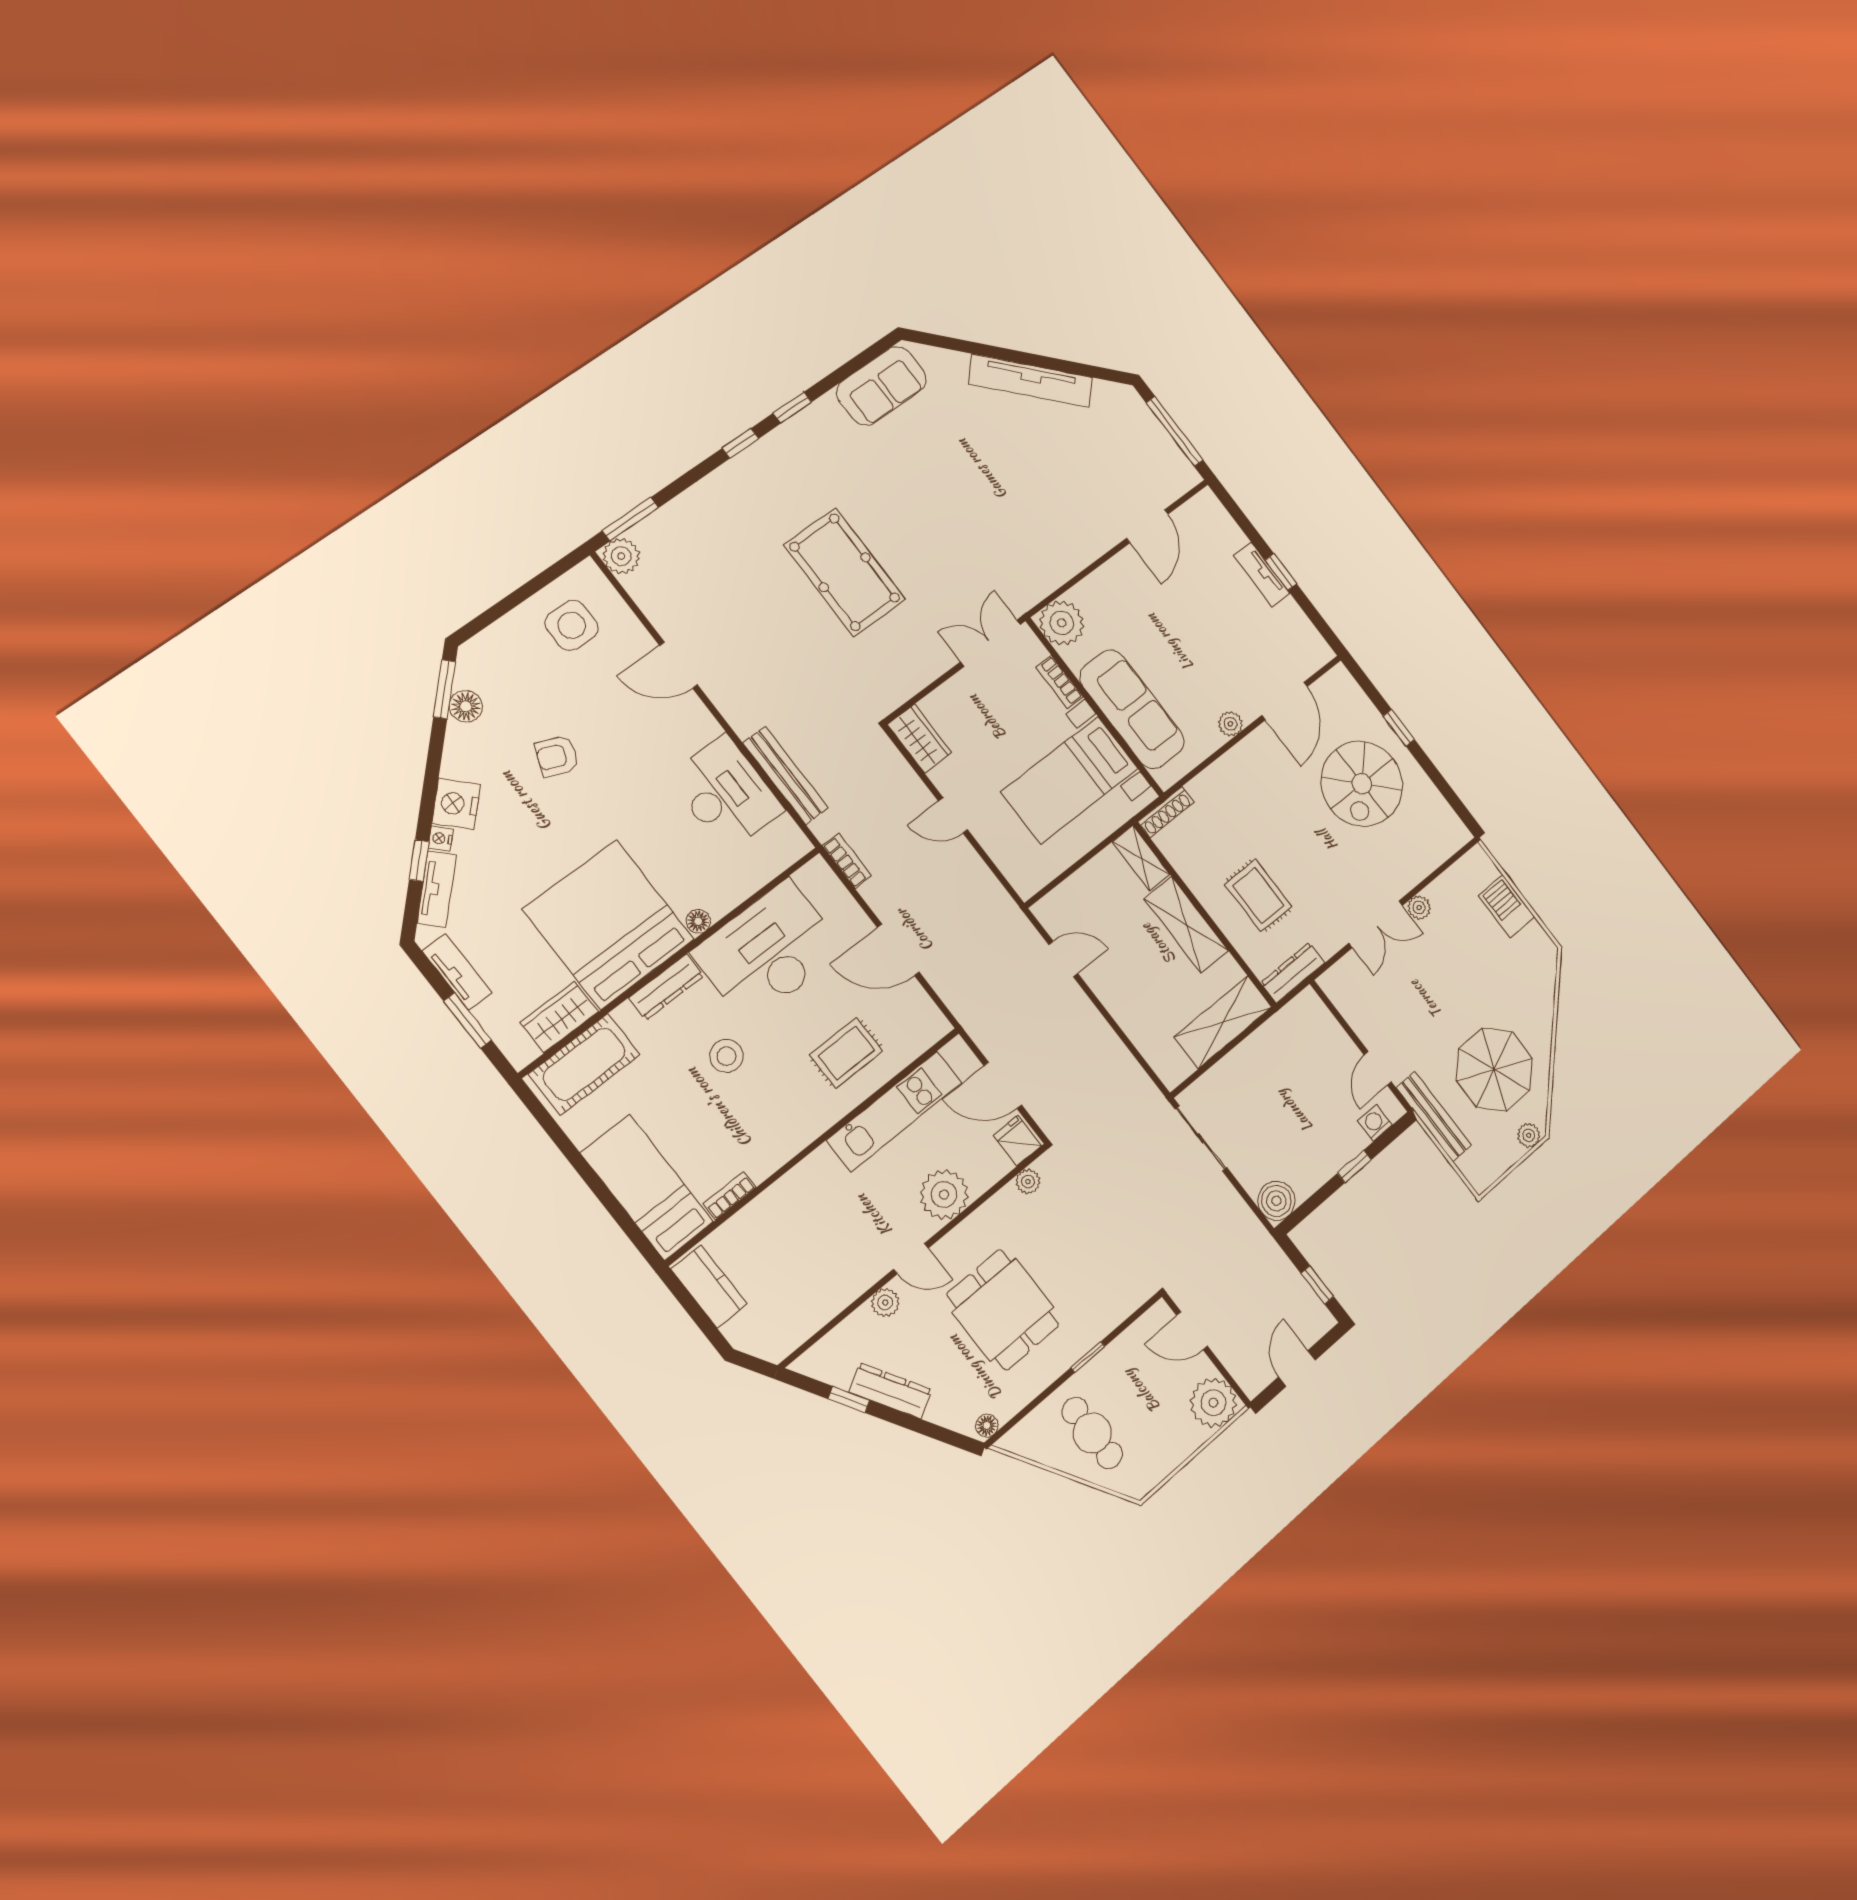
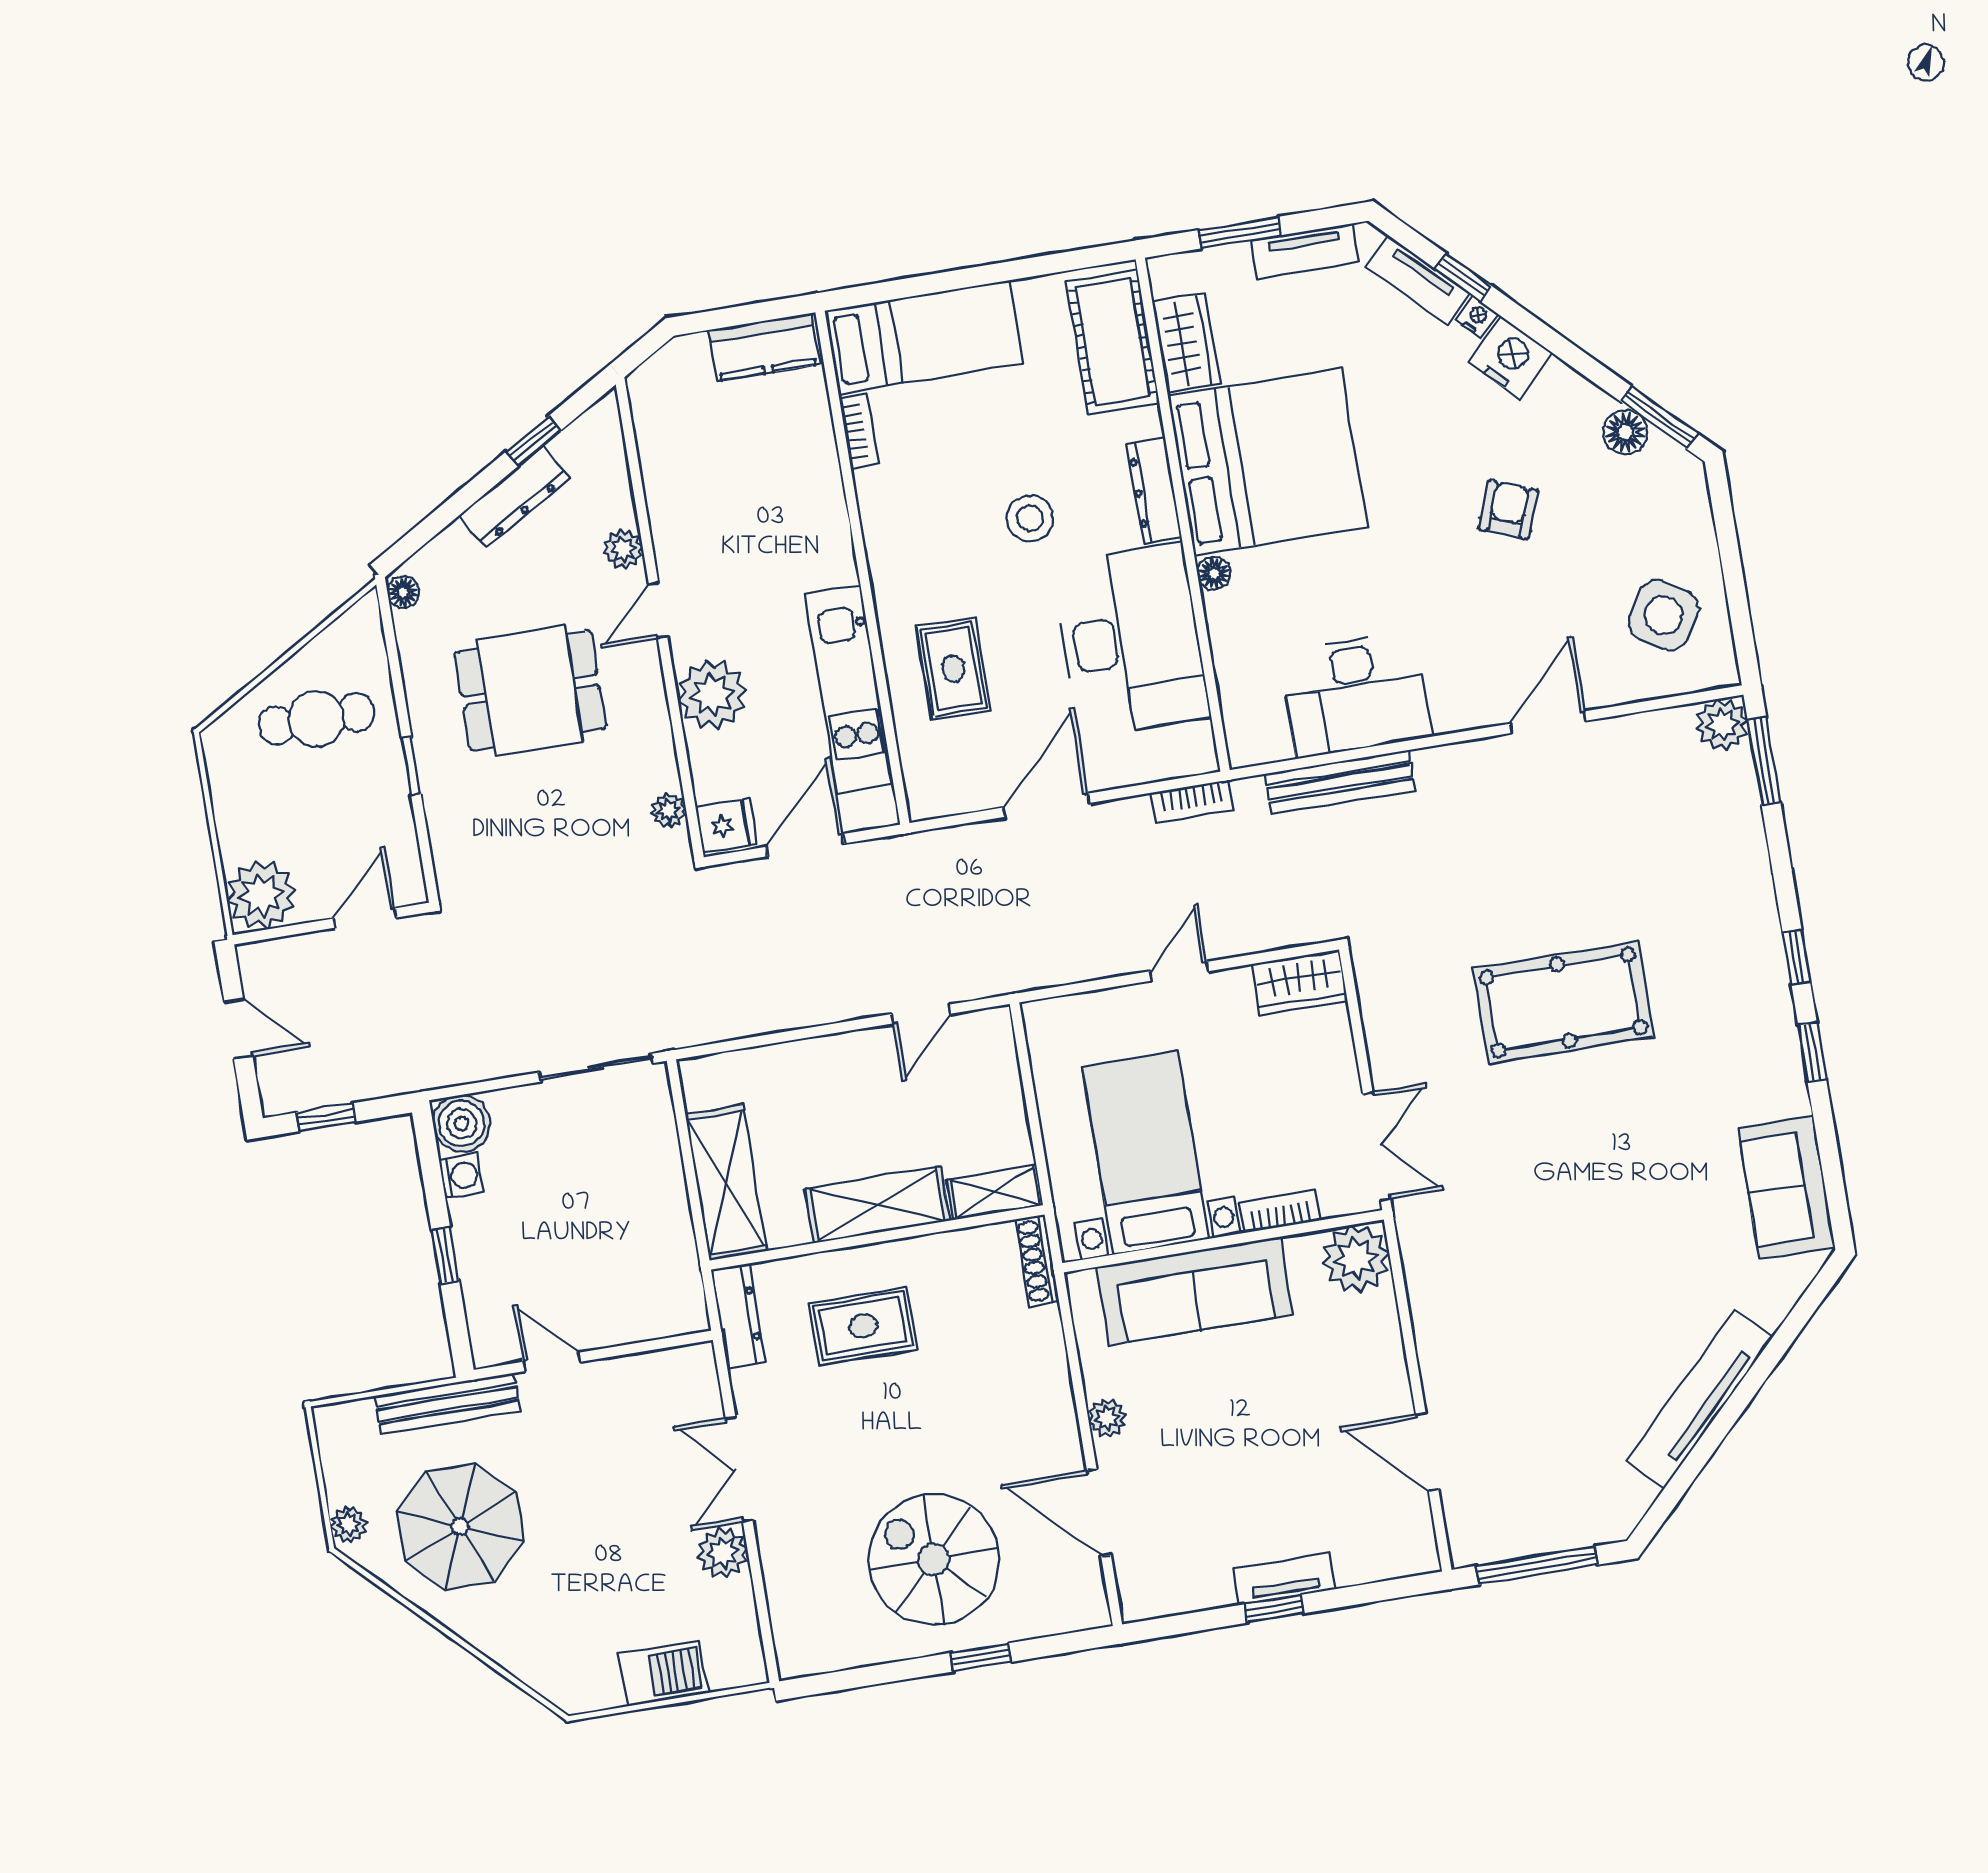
side table: (572, 625) -> (1664, 615), turned 33
plant: (1419, 908) -> (723, 1553), width x1.38, depth x1.38
washing machine: (1375, 1123) -> (461, 1176), moved

